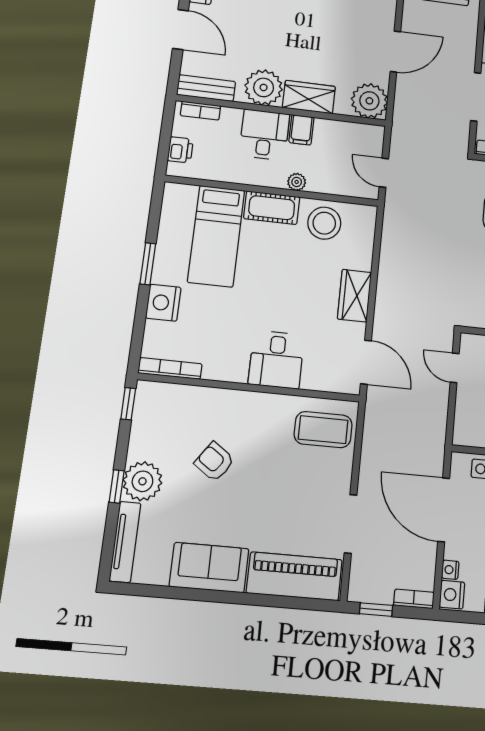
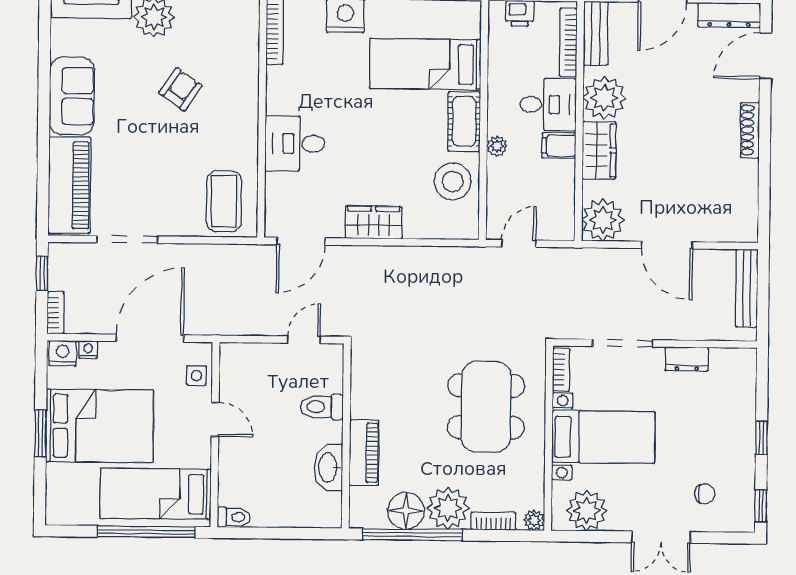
bookcase: (200, 111) -> (568, 42), width x1.56

